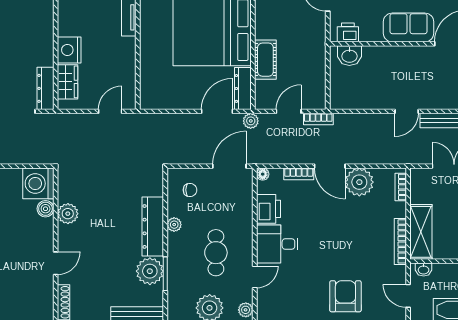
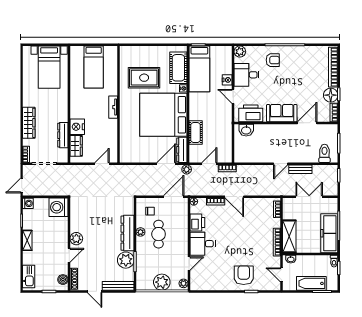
printer: (348, 32) -> (251, 113), width x1.87, depth x1.48
dresser: (46, 88) -> (63, 135), moved
plant: (359, 182) -> (252, 206), removed
boiler: (46, 209) -> (63, 280), moved
plant: (68, 214) -> (76, 239), moved
cafe table: (216, 253) -> (159, 234), moved

